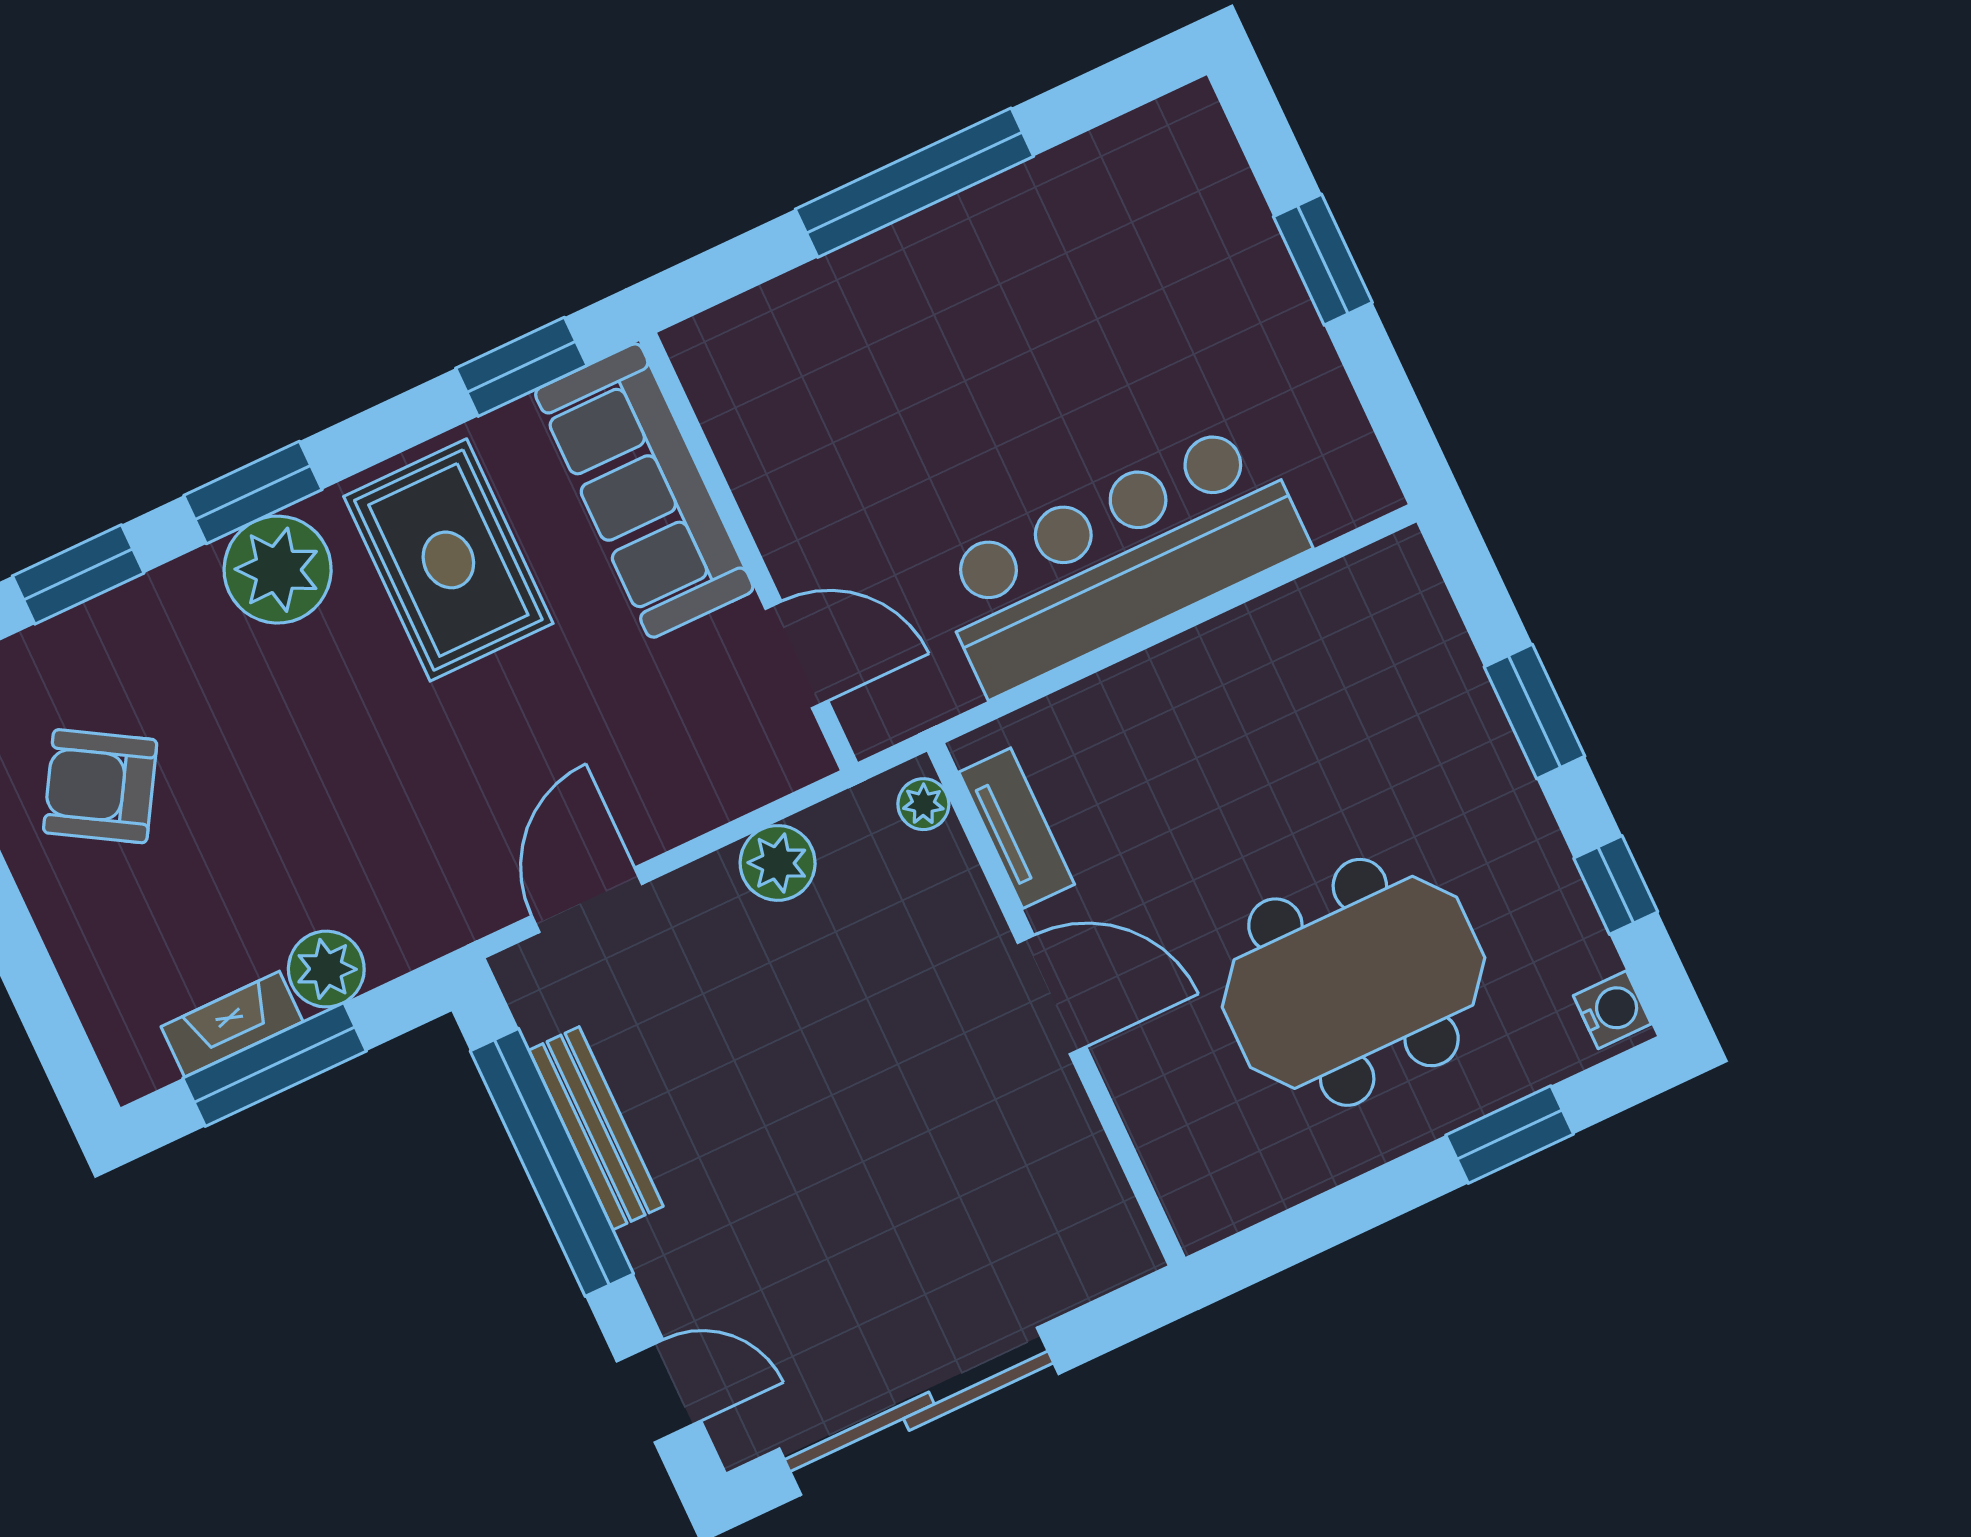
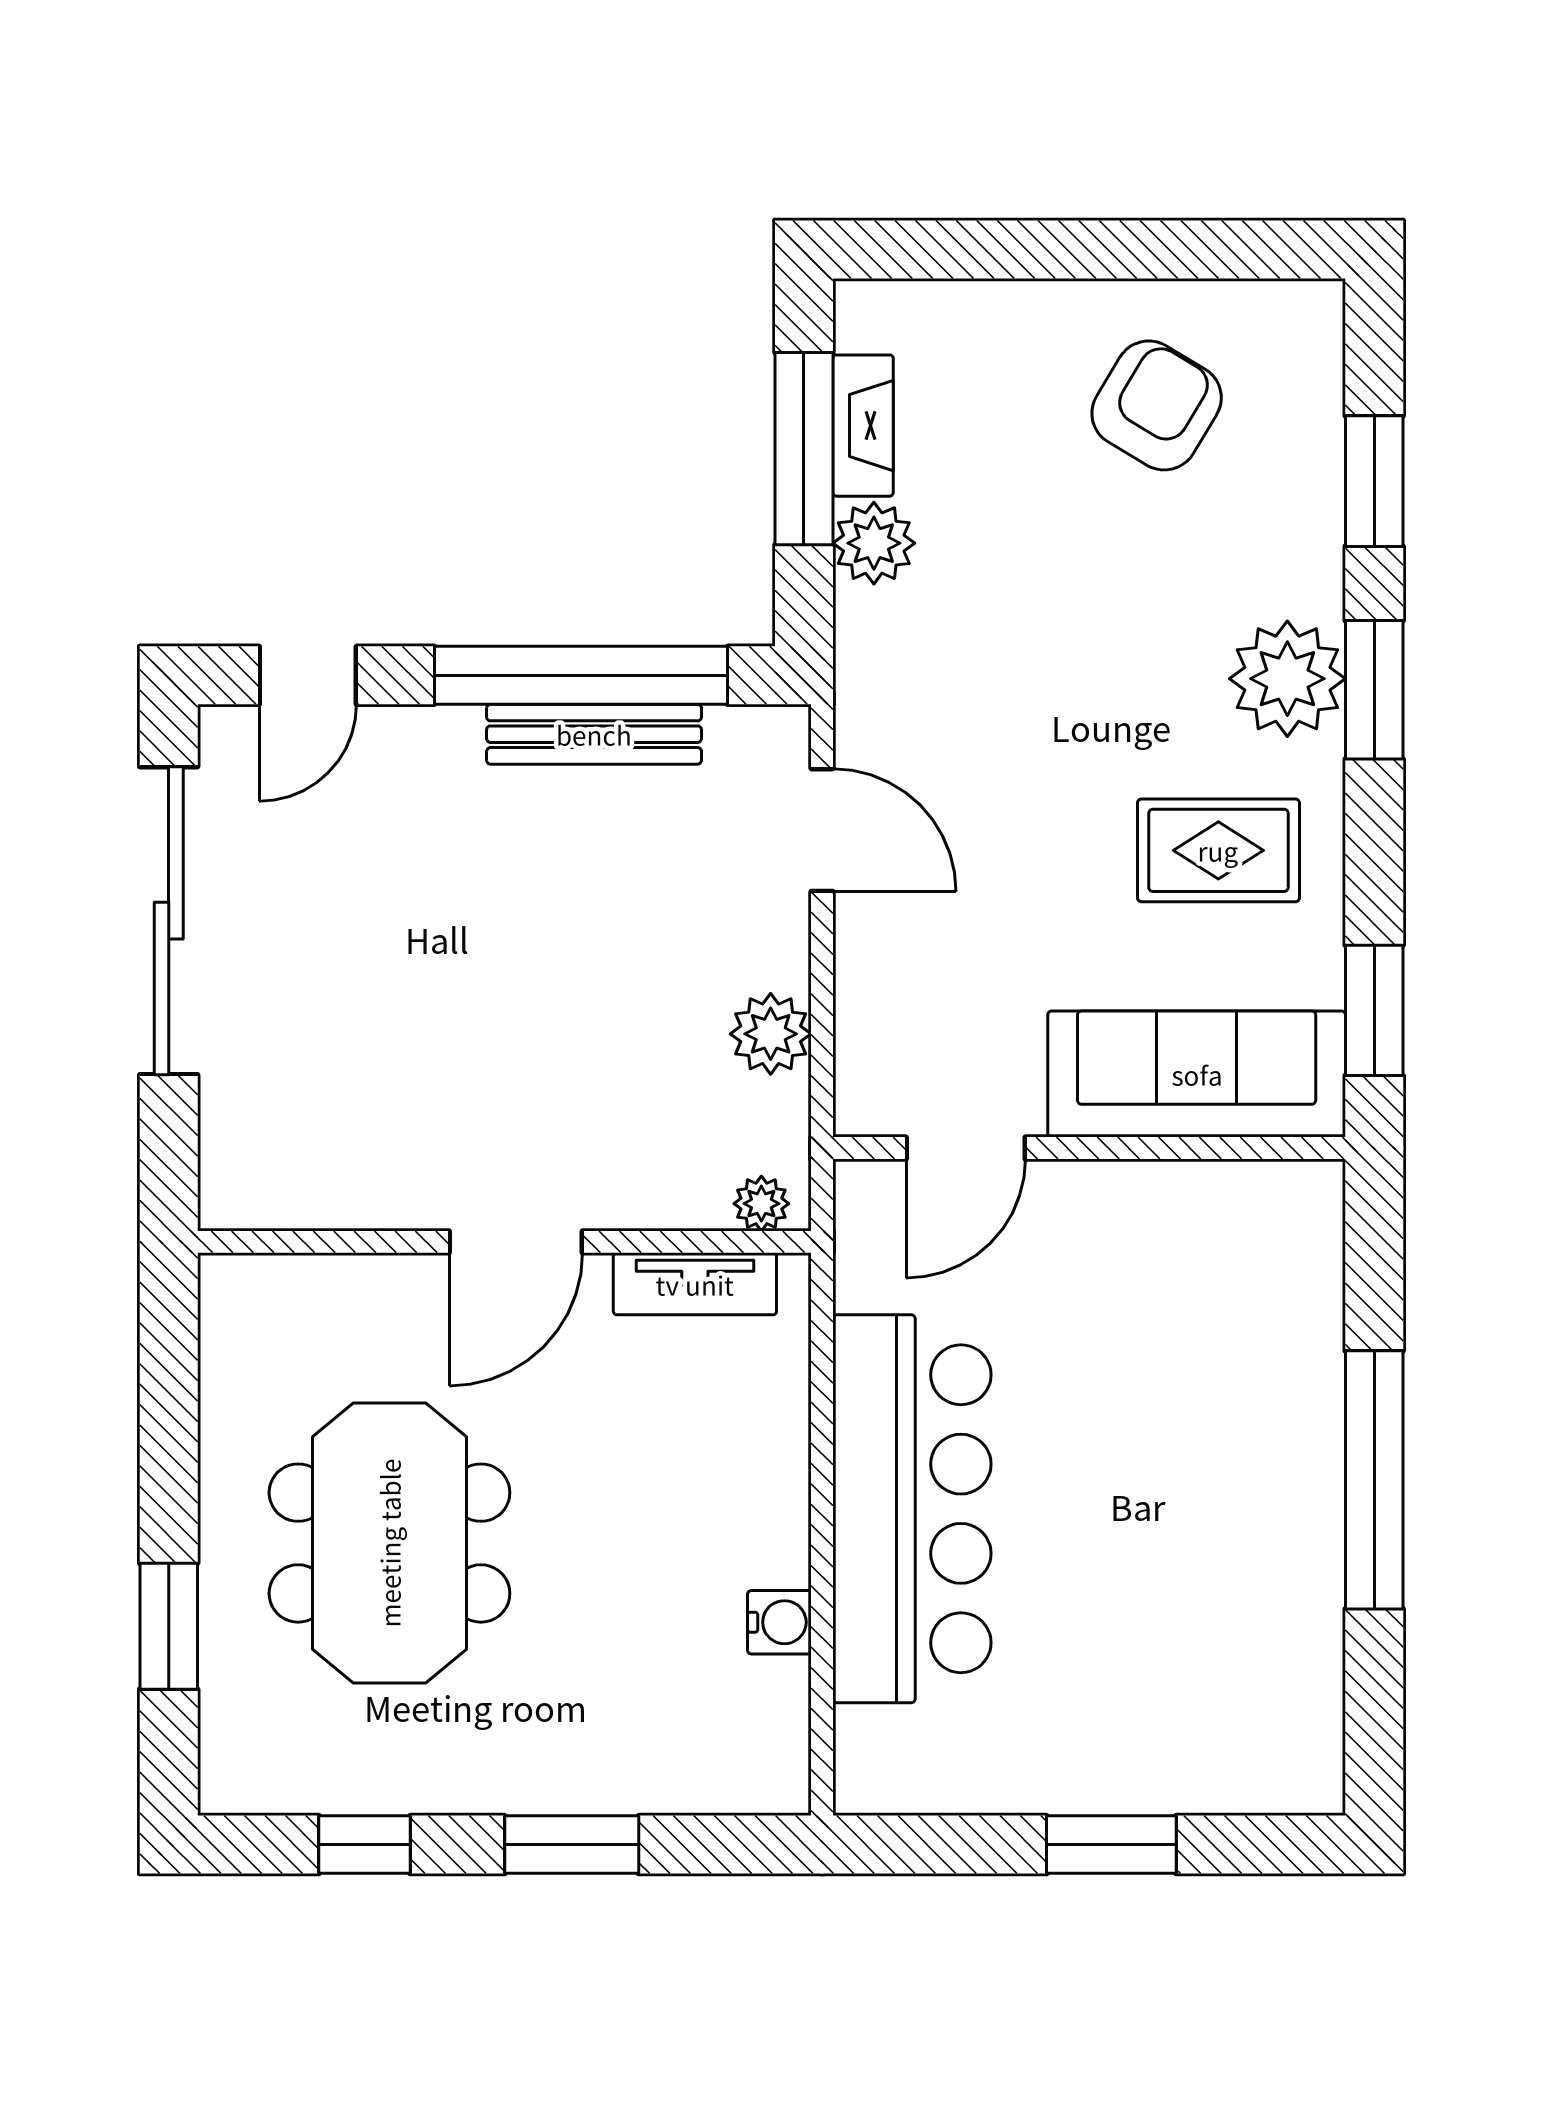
rug: (448, 560) -> (1218, 850), width x0.73, depth x0.70
water cooler: (1612, 1010) -> (779, 1622), moved, turned -90

